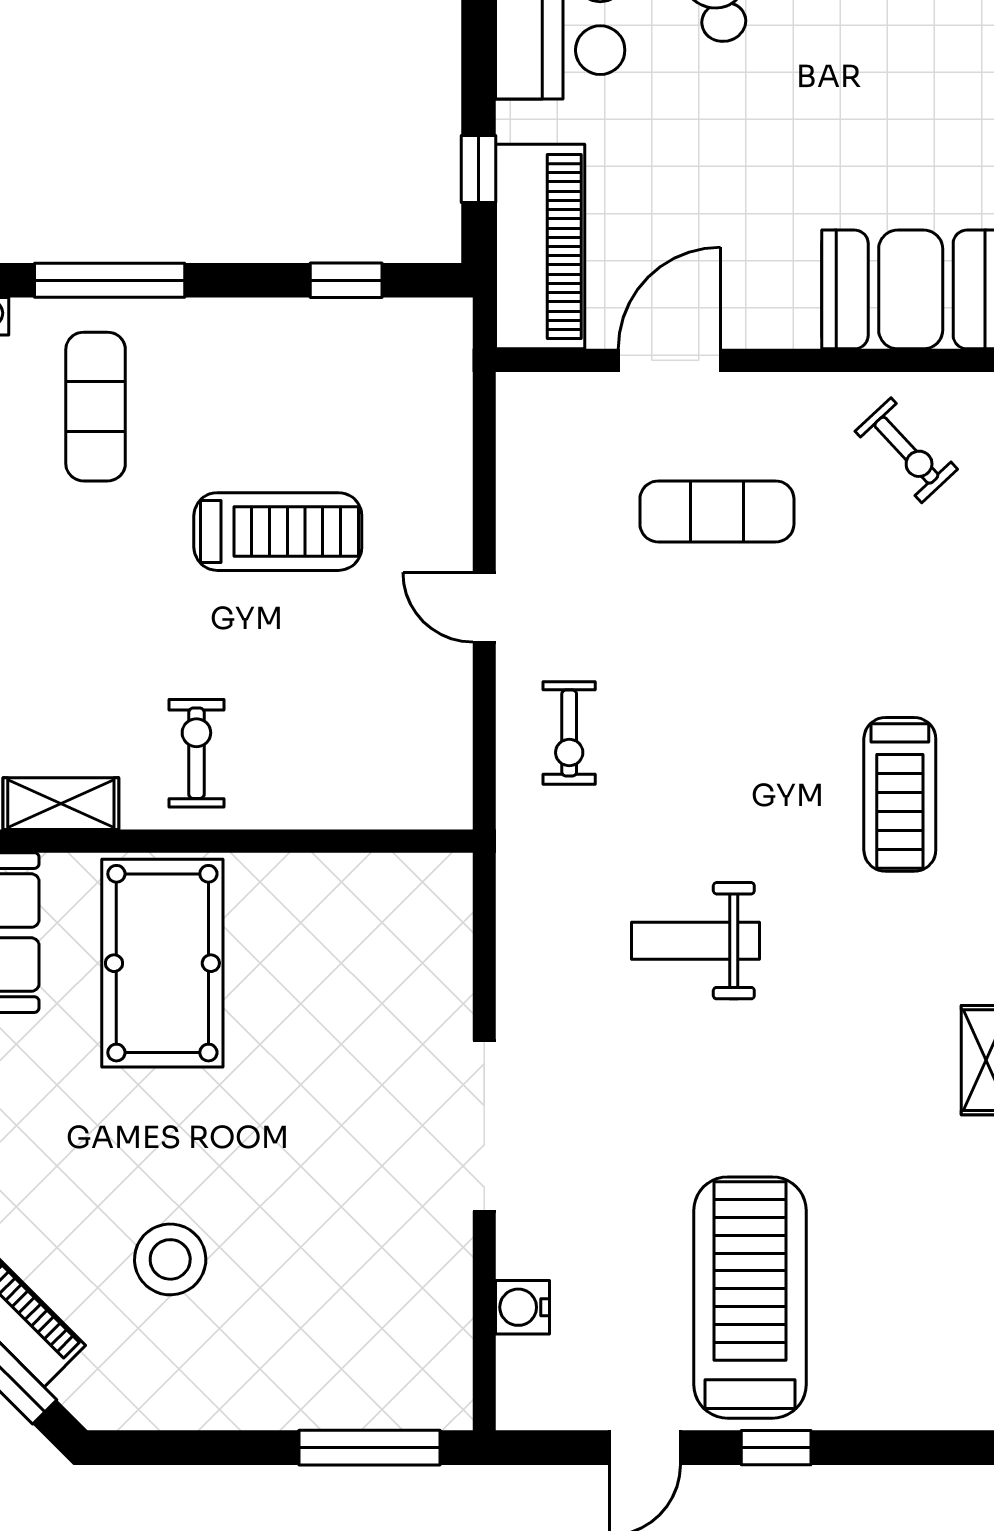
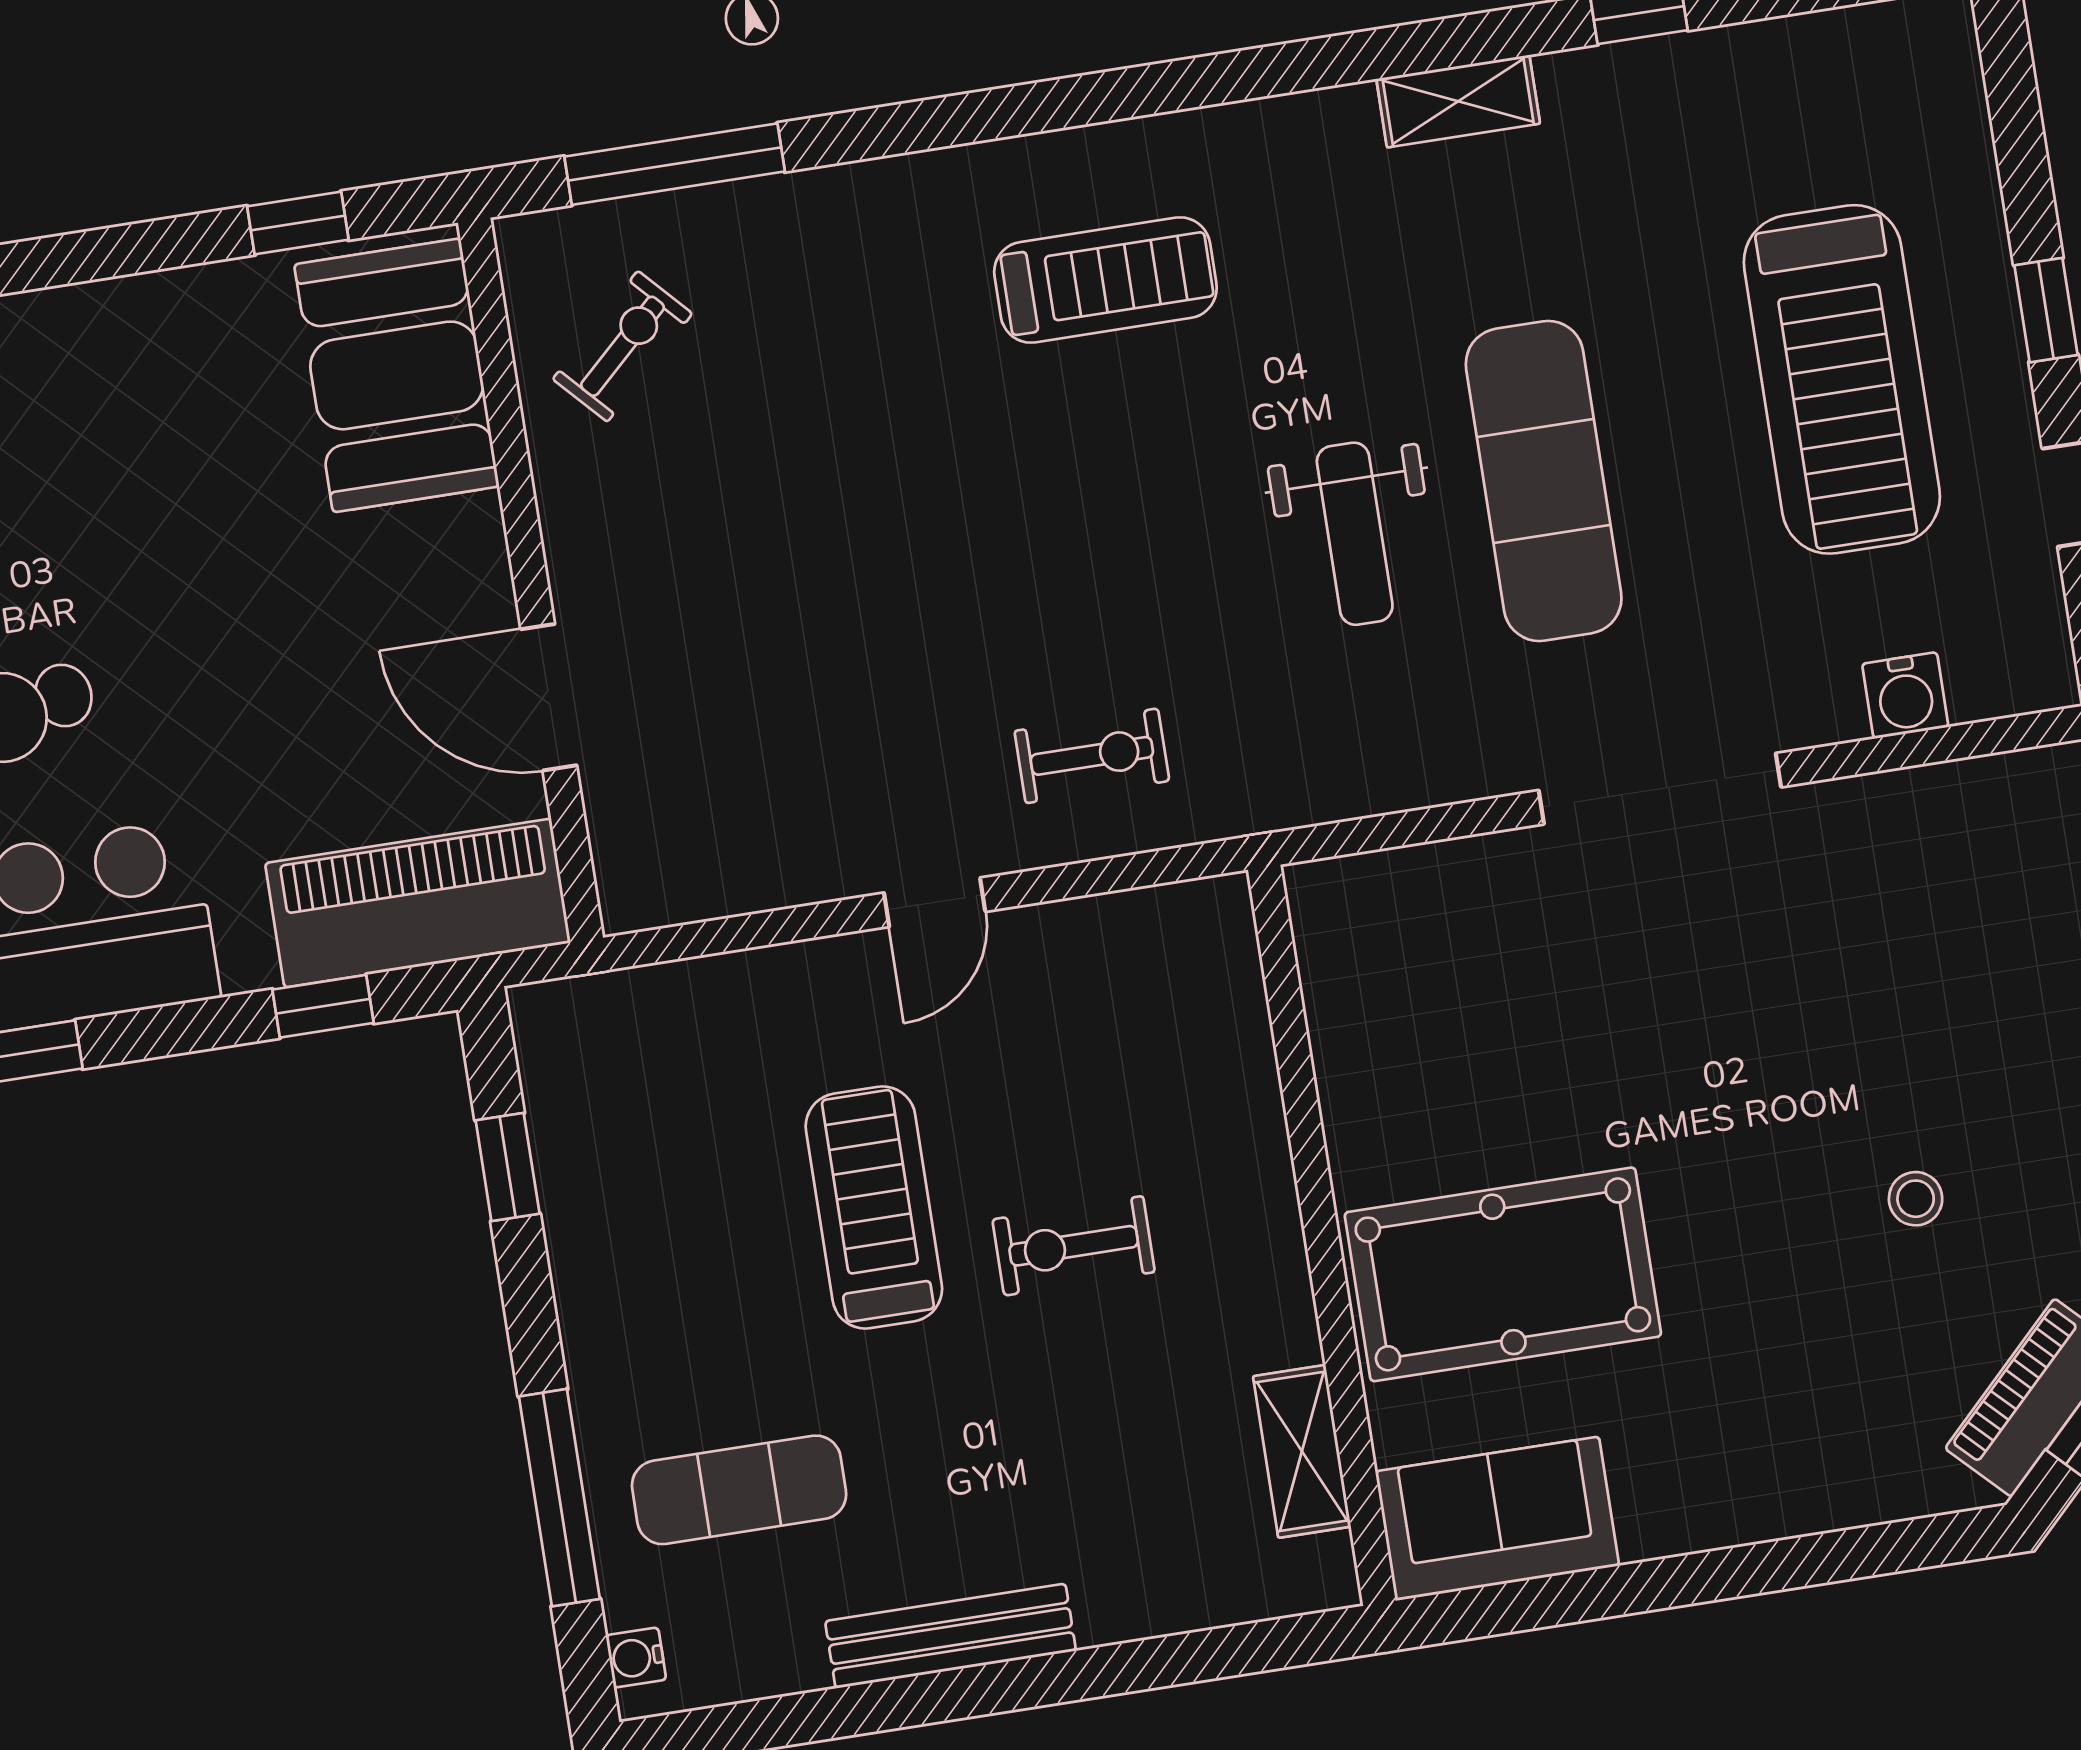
exercise mat: (717, 511) -> (1544, 481), moved, width x1.36, depth x1.45
exercise bike: (196, 753) -> (1074, 1246), moved
stool: (170, 1259) -> (1916, 1199), width x0.53, depth x0.53
treadmill: (750, 1298) -> (1842, 379), turned -90

